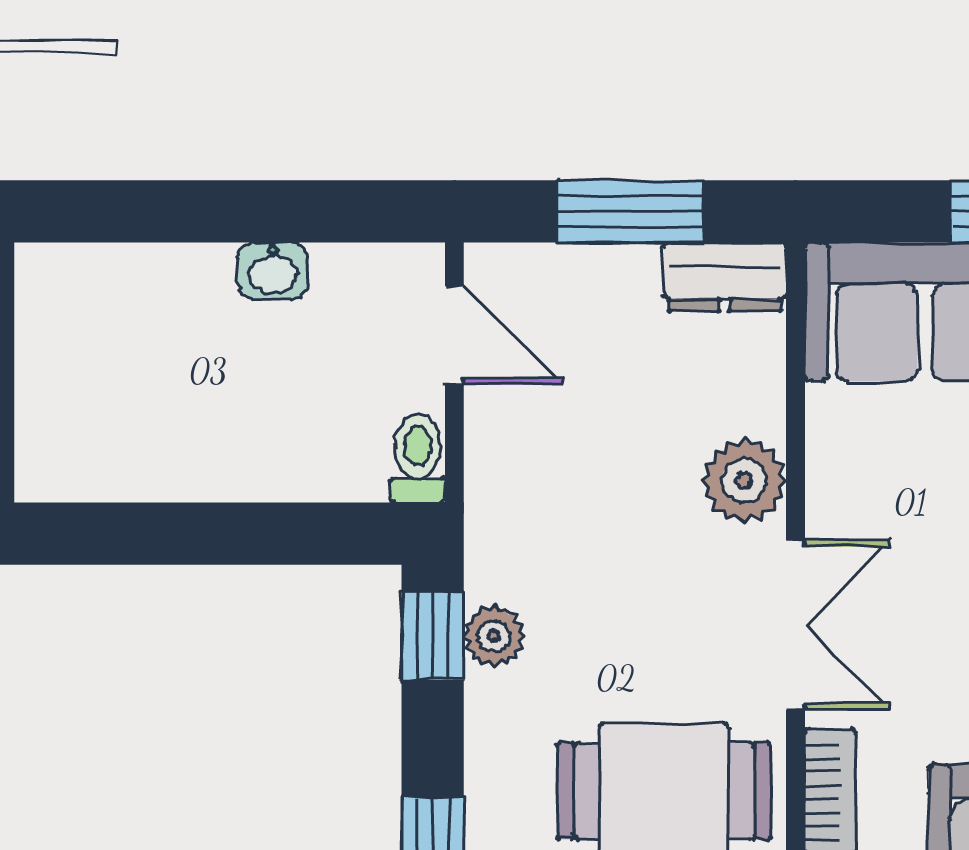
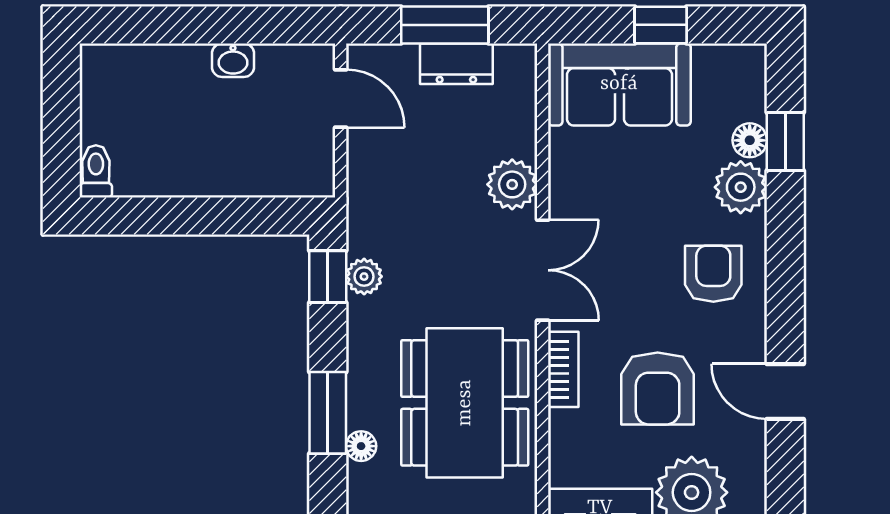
dresser: (725, 277) -> (456, 64), moved
toilet: (418, 458) -> (96, 171), moved

